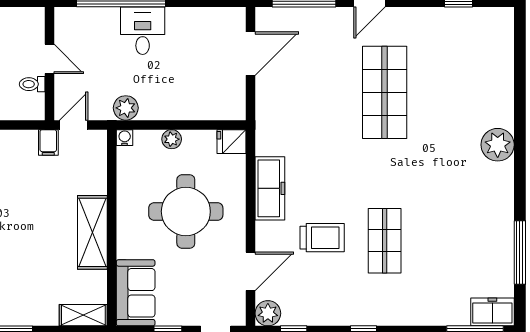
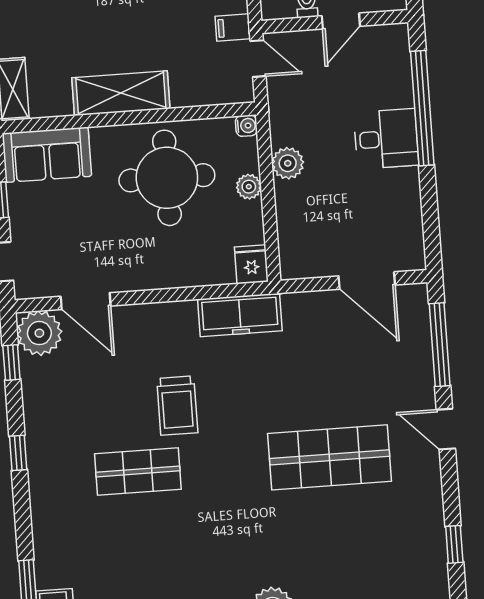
plant: (126, 108) -> (288, 163), moved
freezer: (270, 188) -> (240, 315), moved
round table: (186, 211) -> (167, 178), moved
trolley: (322, 238) -> (177, 406), moved
plant: (268, 313) -> (39, 333), width x1.36, depth x1.36

